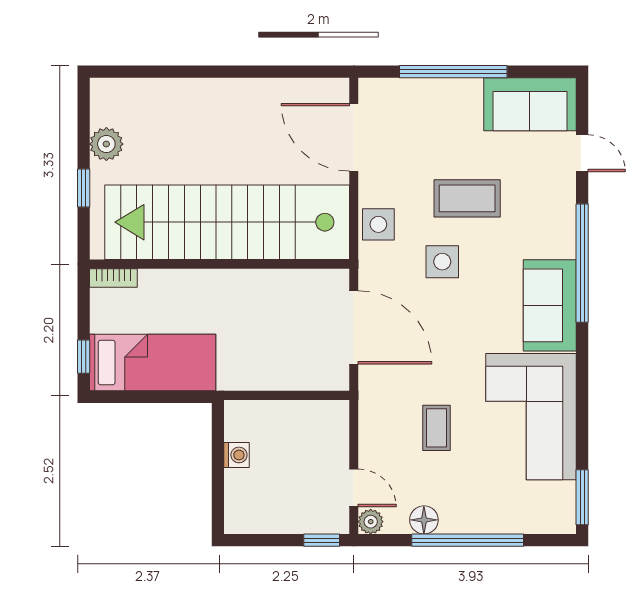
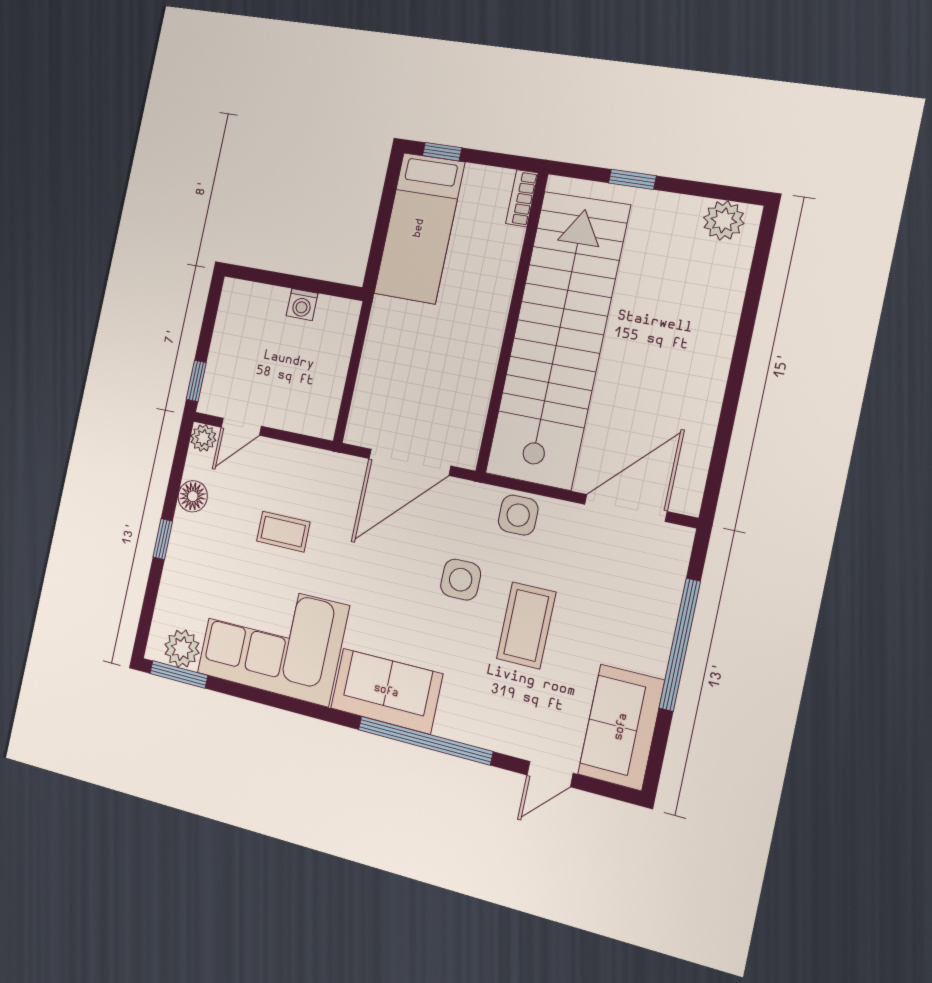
plant: (106, 144) -> (724, 220), moved
plant: (559, 499) -> (182, 649), added
window: (468, 540) -> (163, 539), width x0.32

